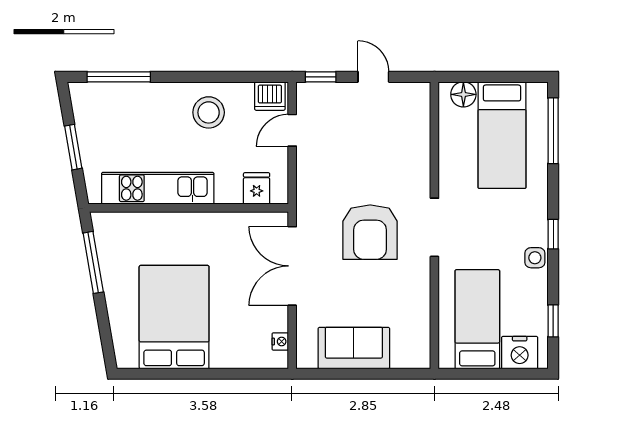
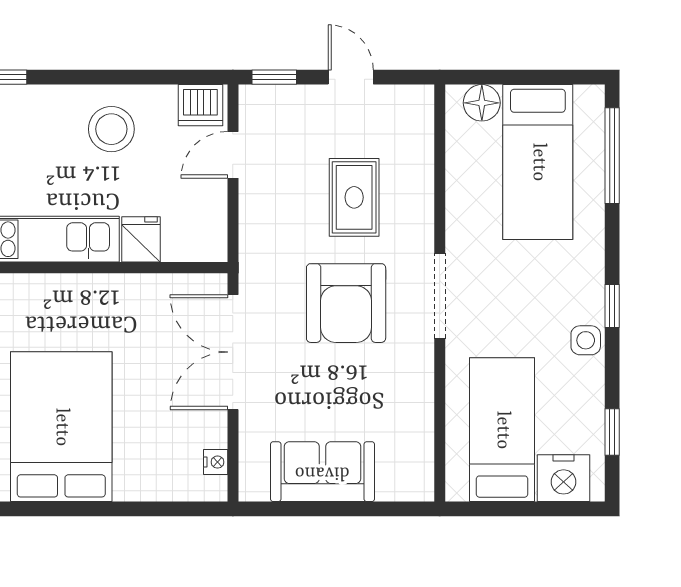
rug: (376, 159) -> (354, 197), added
fridge: (257, 188) -> (141, 239), moved

